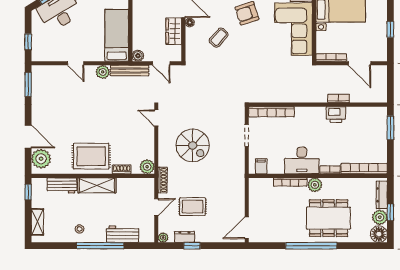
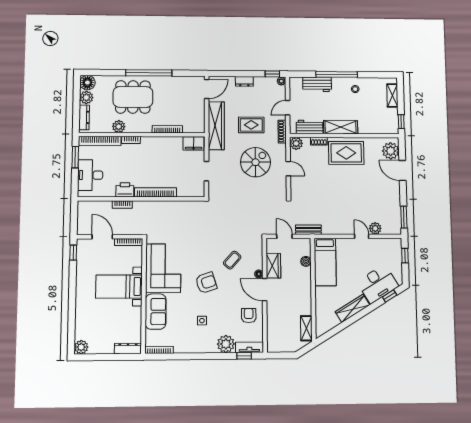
window: (390, 29) -> (73, 253), moved
boiler: (138, 56) -> (306, 261), moved
bench: (130, 71) -> (308, 230), width x0.73
plant: (103, 72) -> (375, 228), moved
bookcase: (271, 112) -> (155, 192), moved
door: (156, 118) -> (288, 169), moved
window: (390, 128) -> (75, 157), moved
spiral stairs: (193, 145) -> (255, 162), turned 90
desk: (302, 160) -> (90, 175), moved, turned -90
filing cabinet: (261, 166) -> (194, 143), width x2.00
workbench: (62, 185) -> (310, 127), moved
plant: (315, 185) -> (119, 126), moved
wardrobe: (236, 186) -> (216, 126), added
rug: (193, 207) -> (251, 125), moved
window: (390, 212) -> (76, 102), removed
dresser: (185, 237) -> (244, 81), moved
window: (192, 246) -> (272, 74), moved

